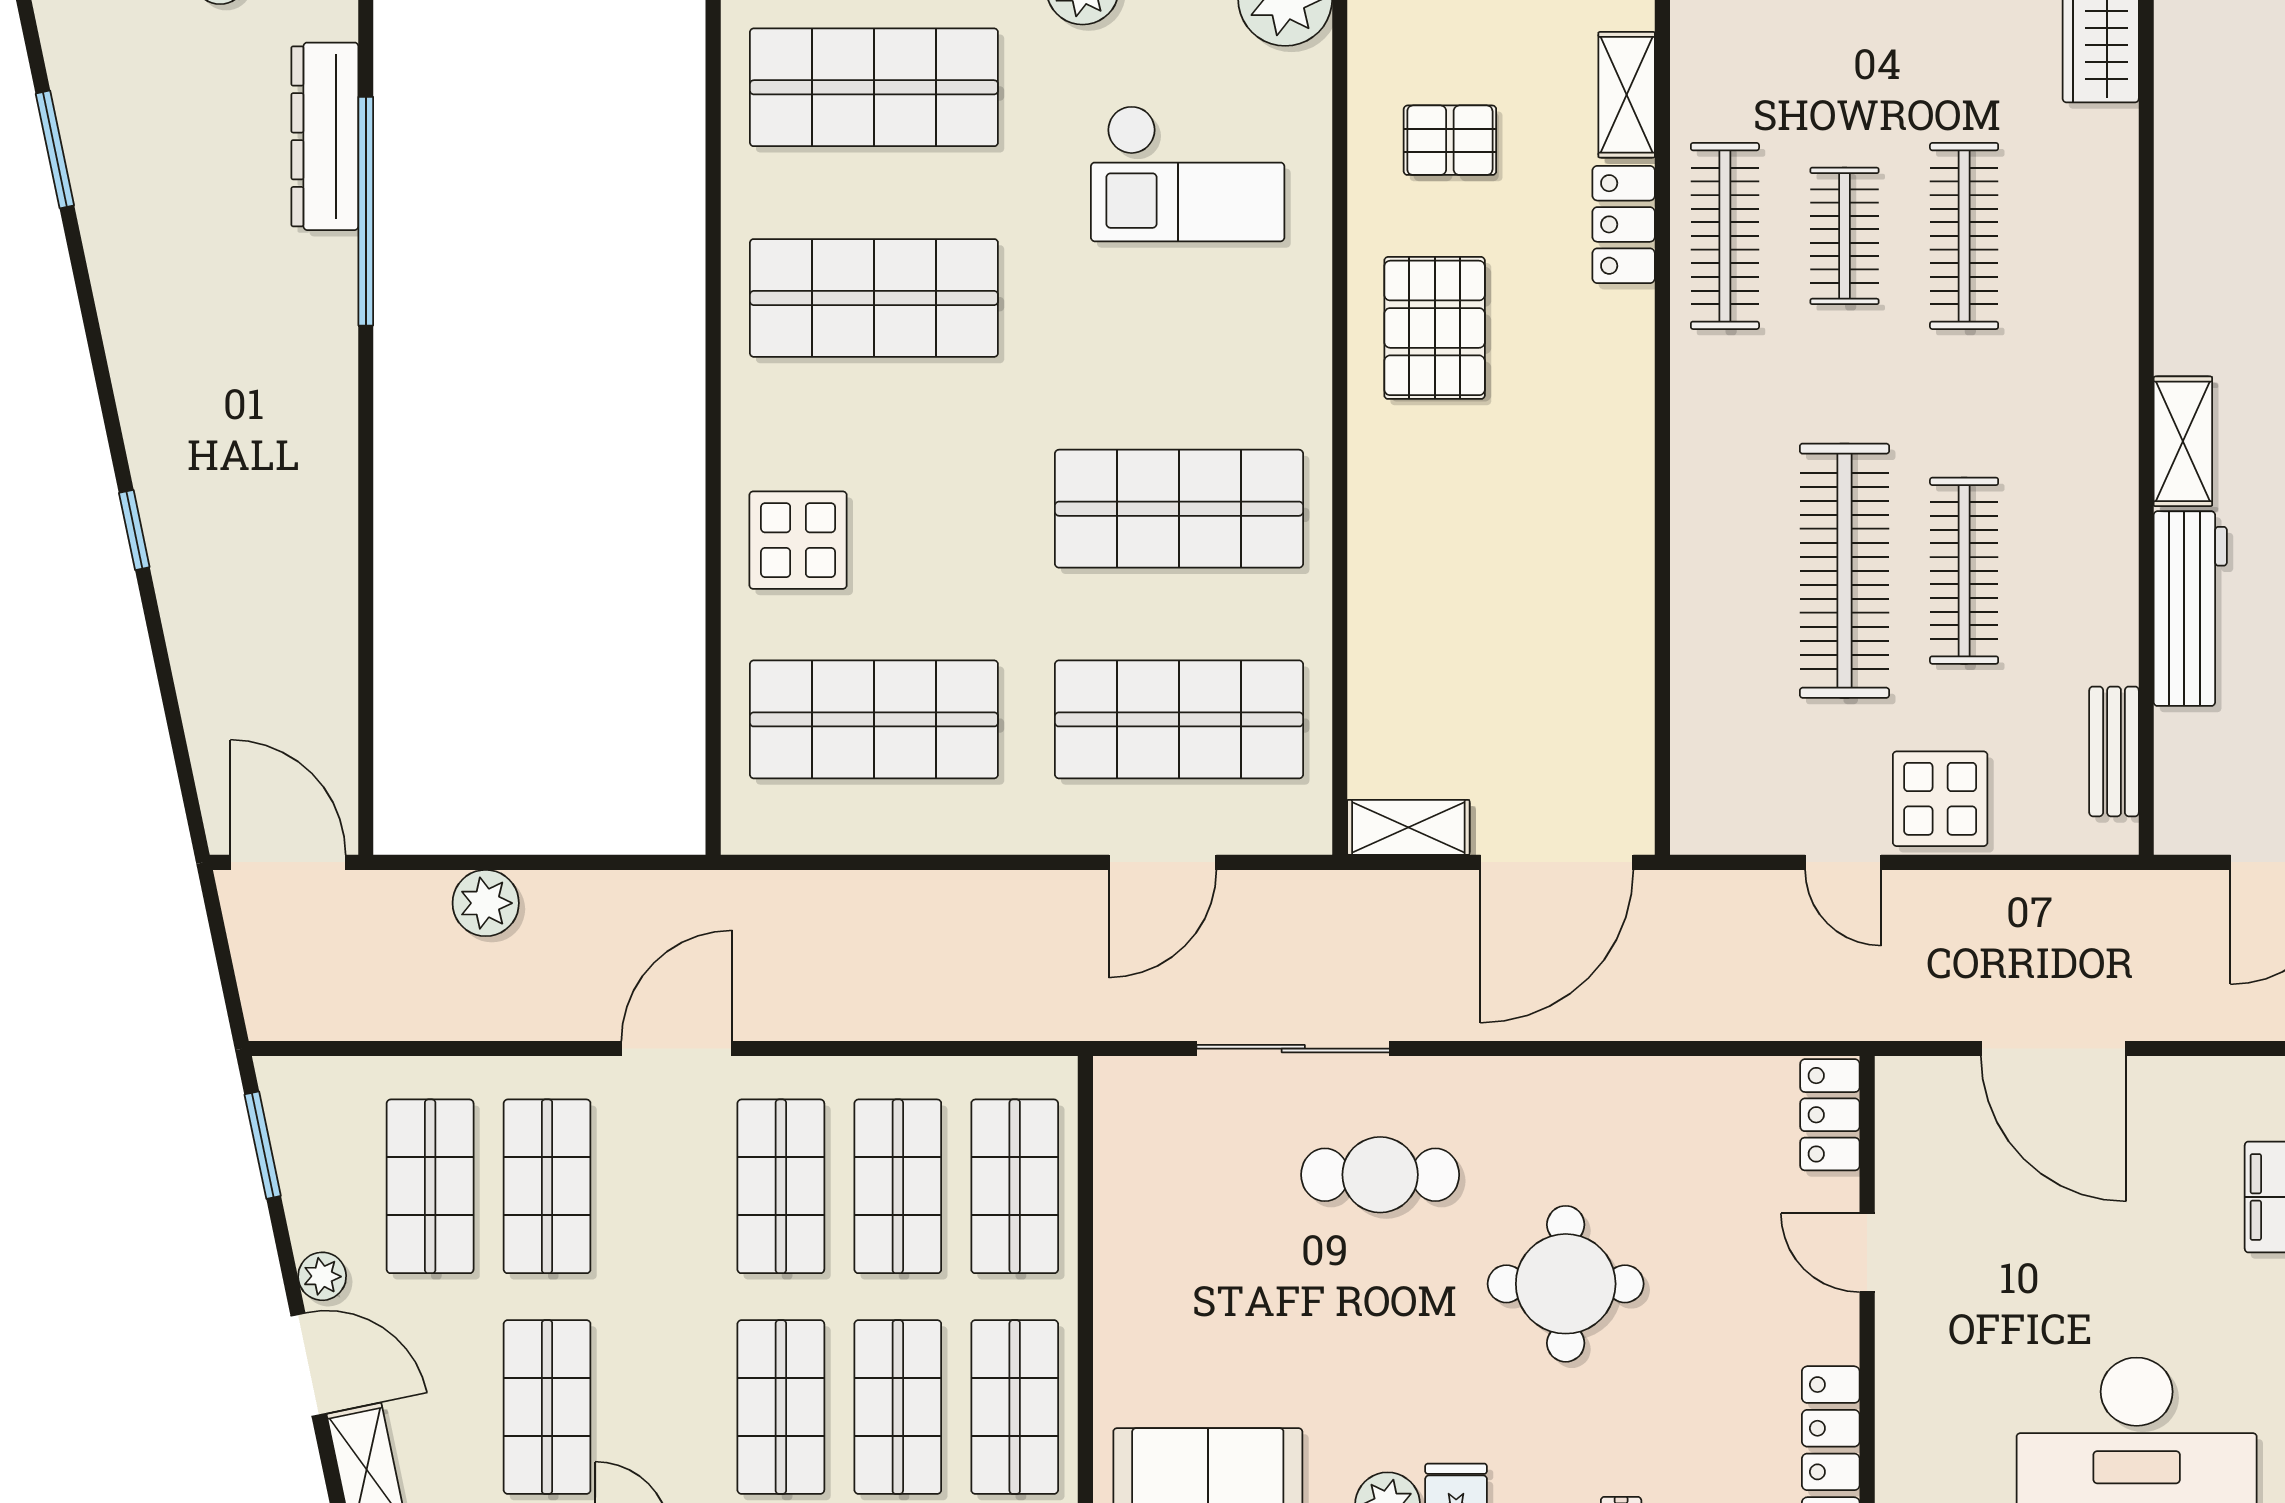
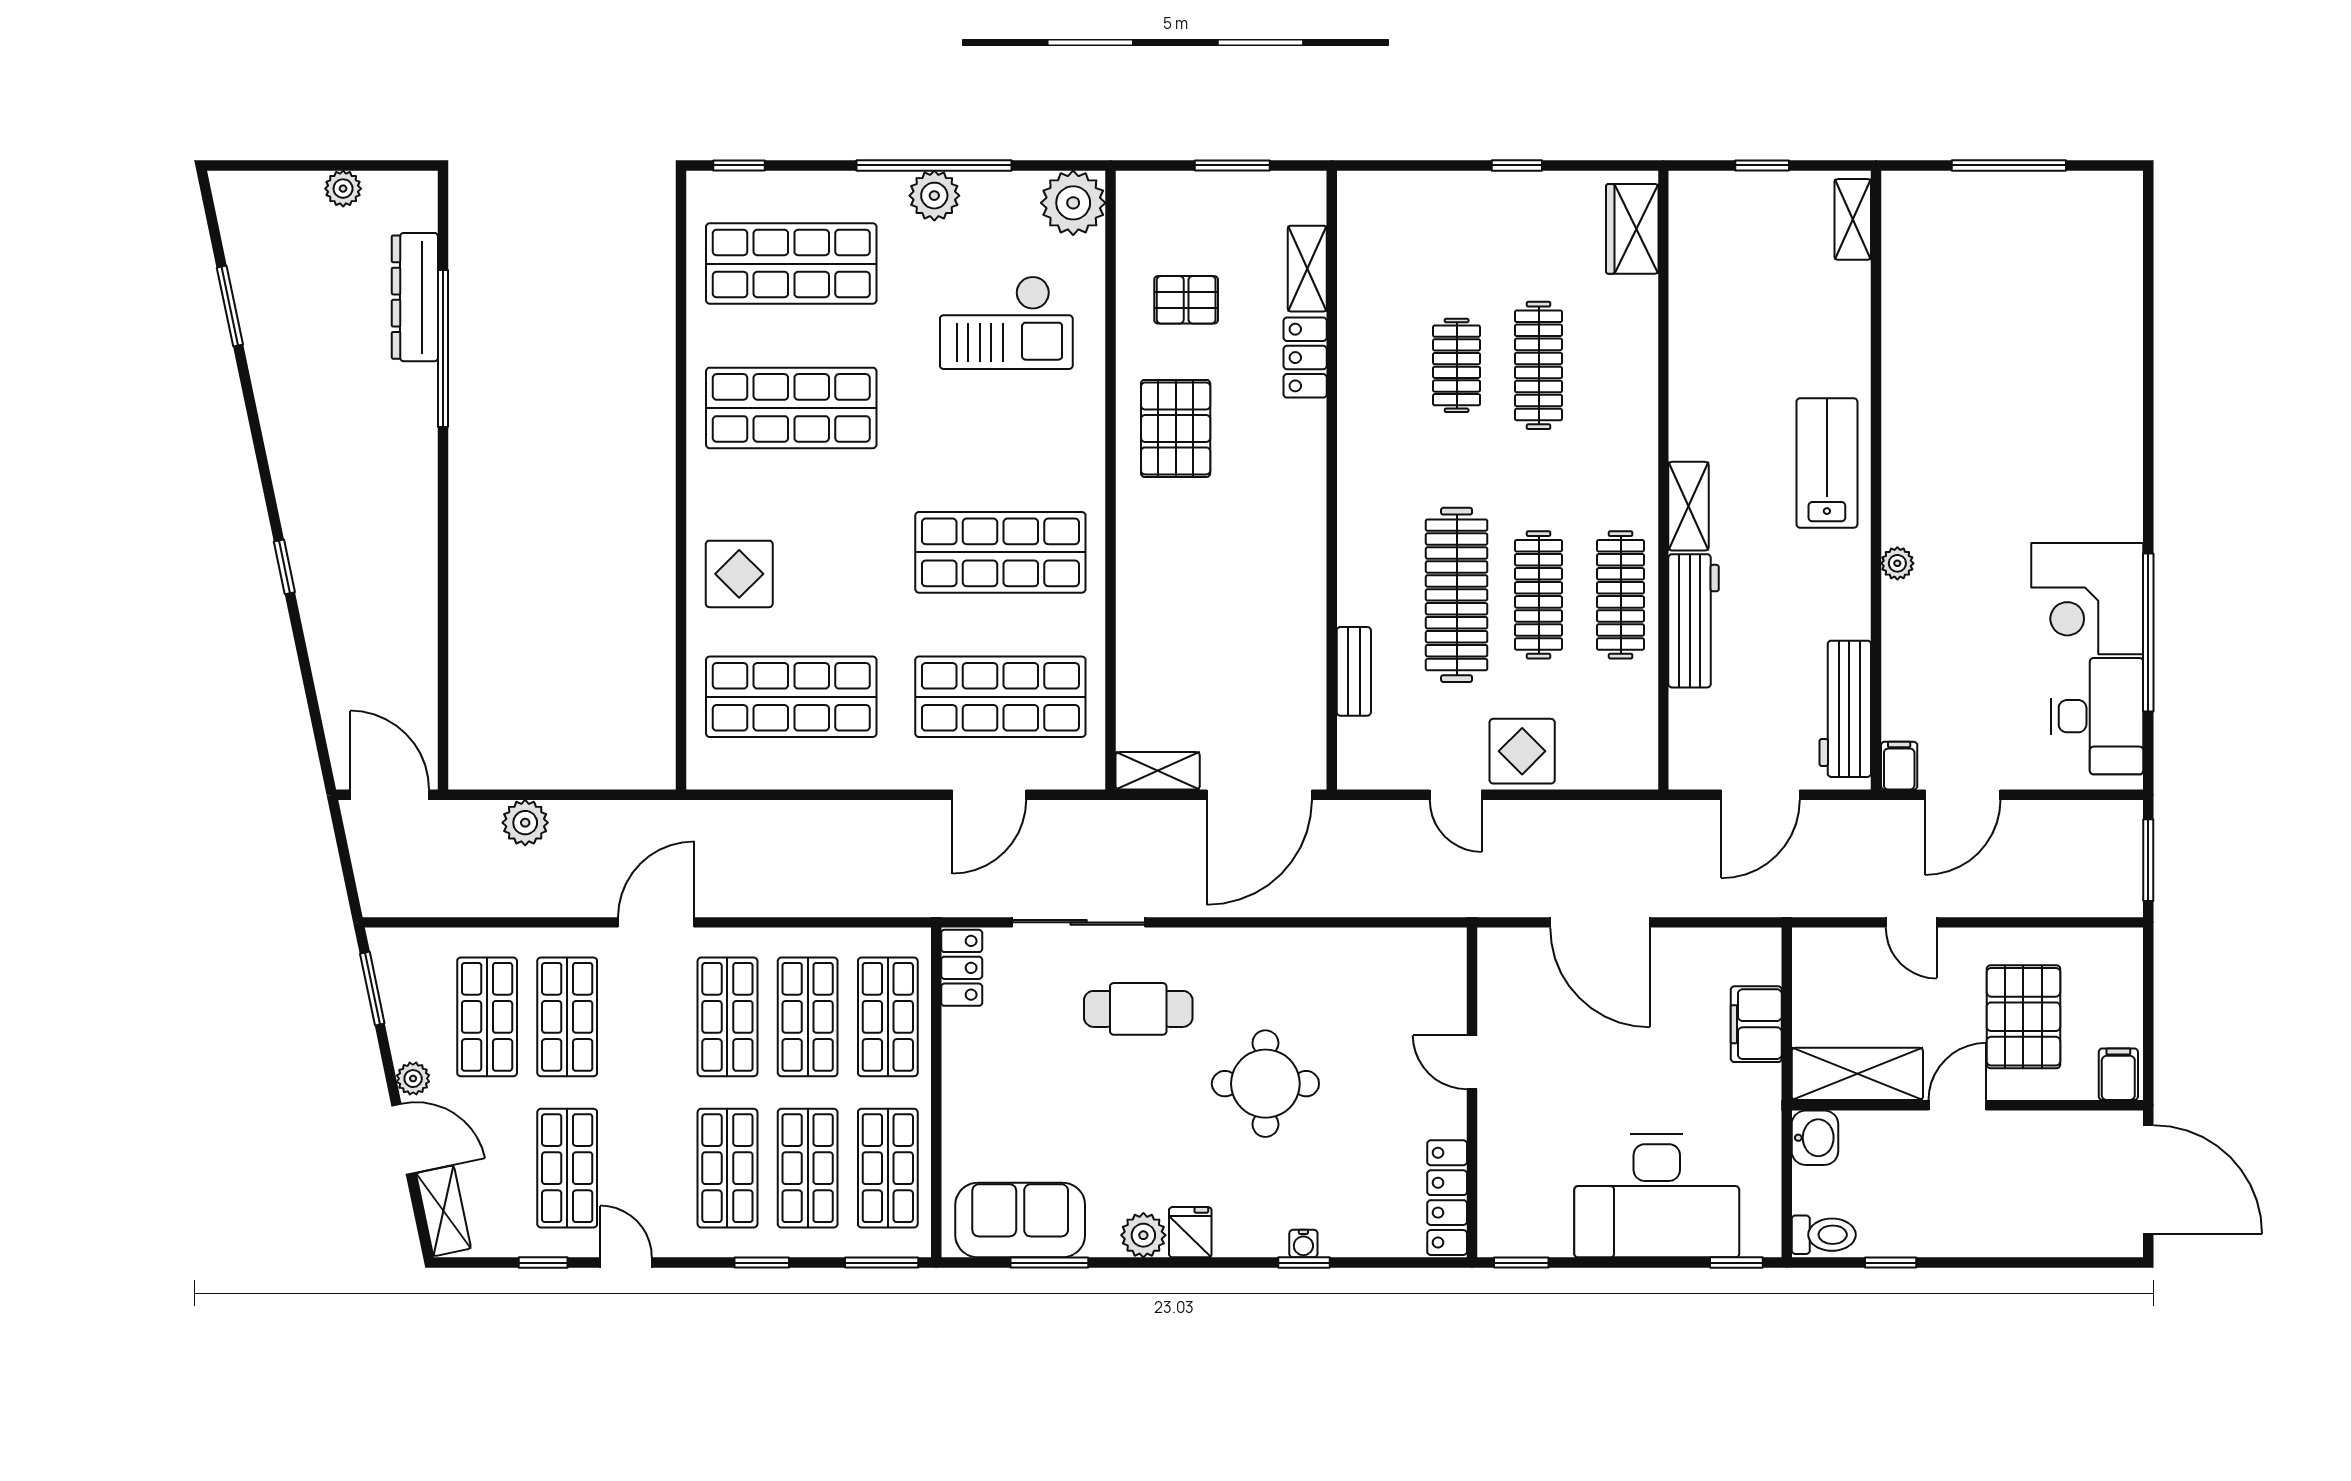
clothes rail: (1725, 236) -> (1621, 595), moved
bench: (2114, 751) -> (1354, 671), moved
locker: (1830, 1115) -> (962, 968), moved, turned 180

